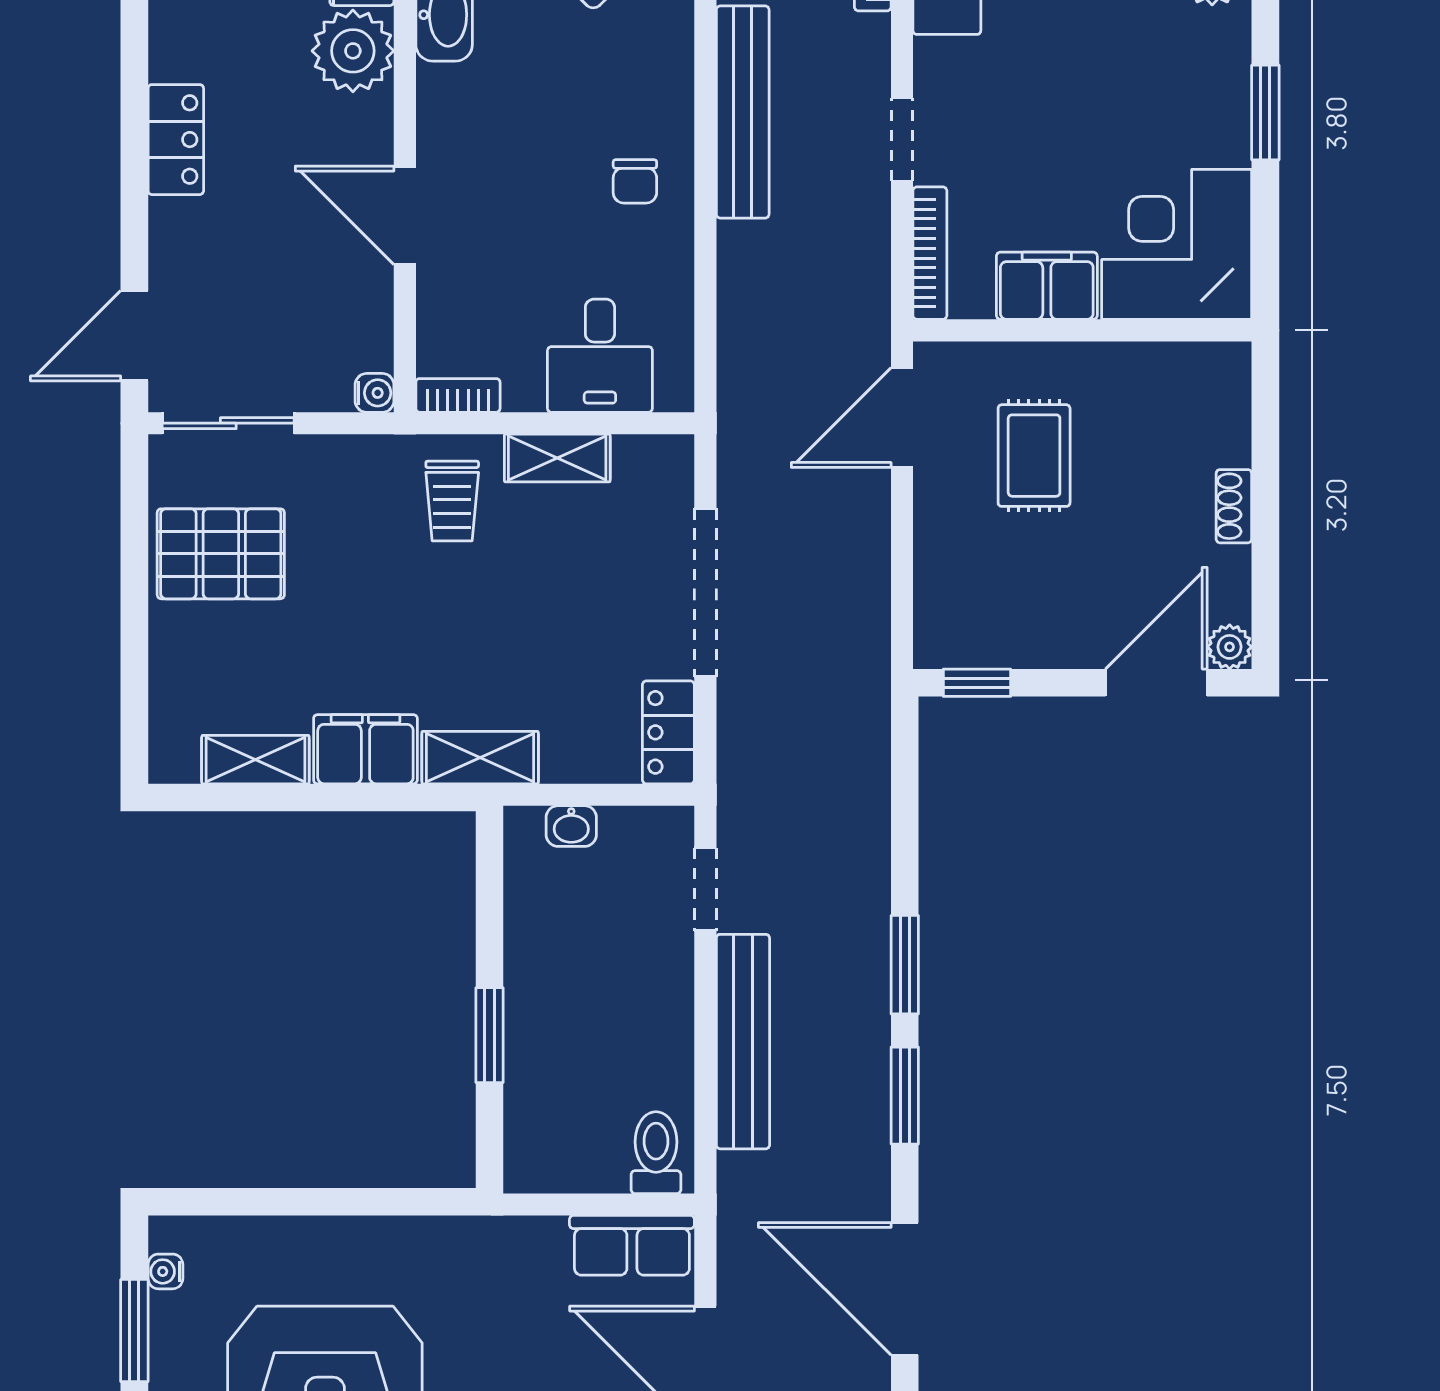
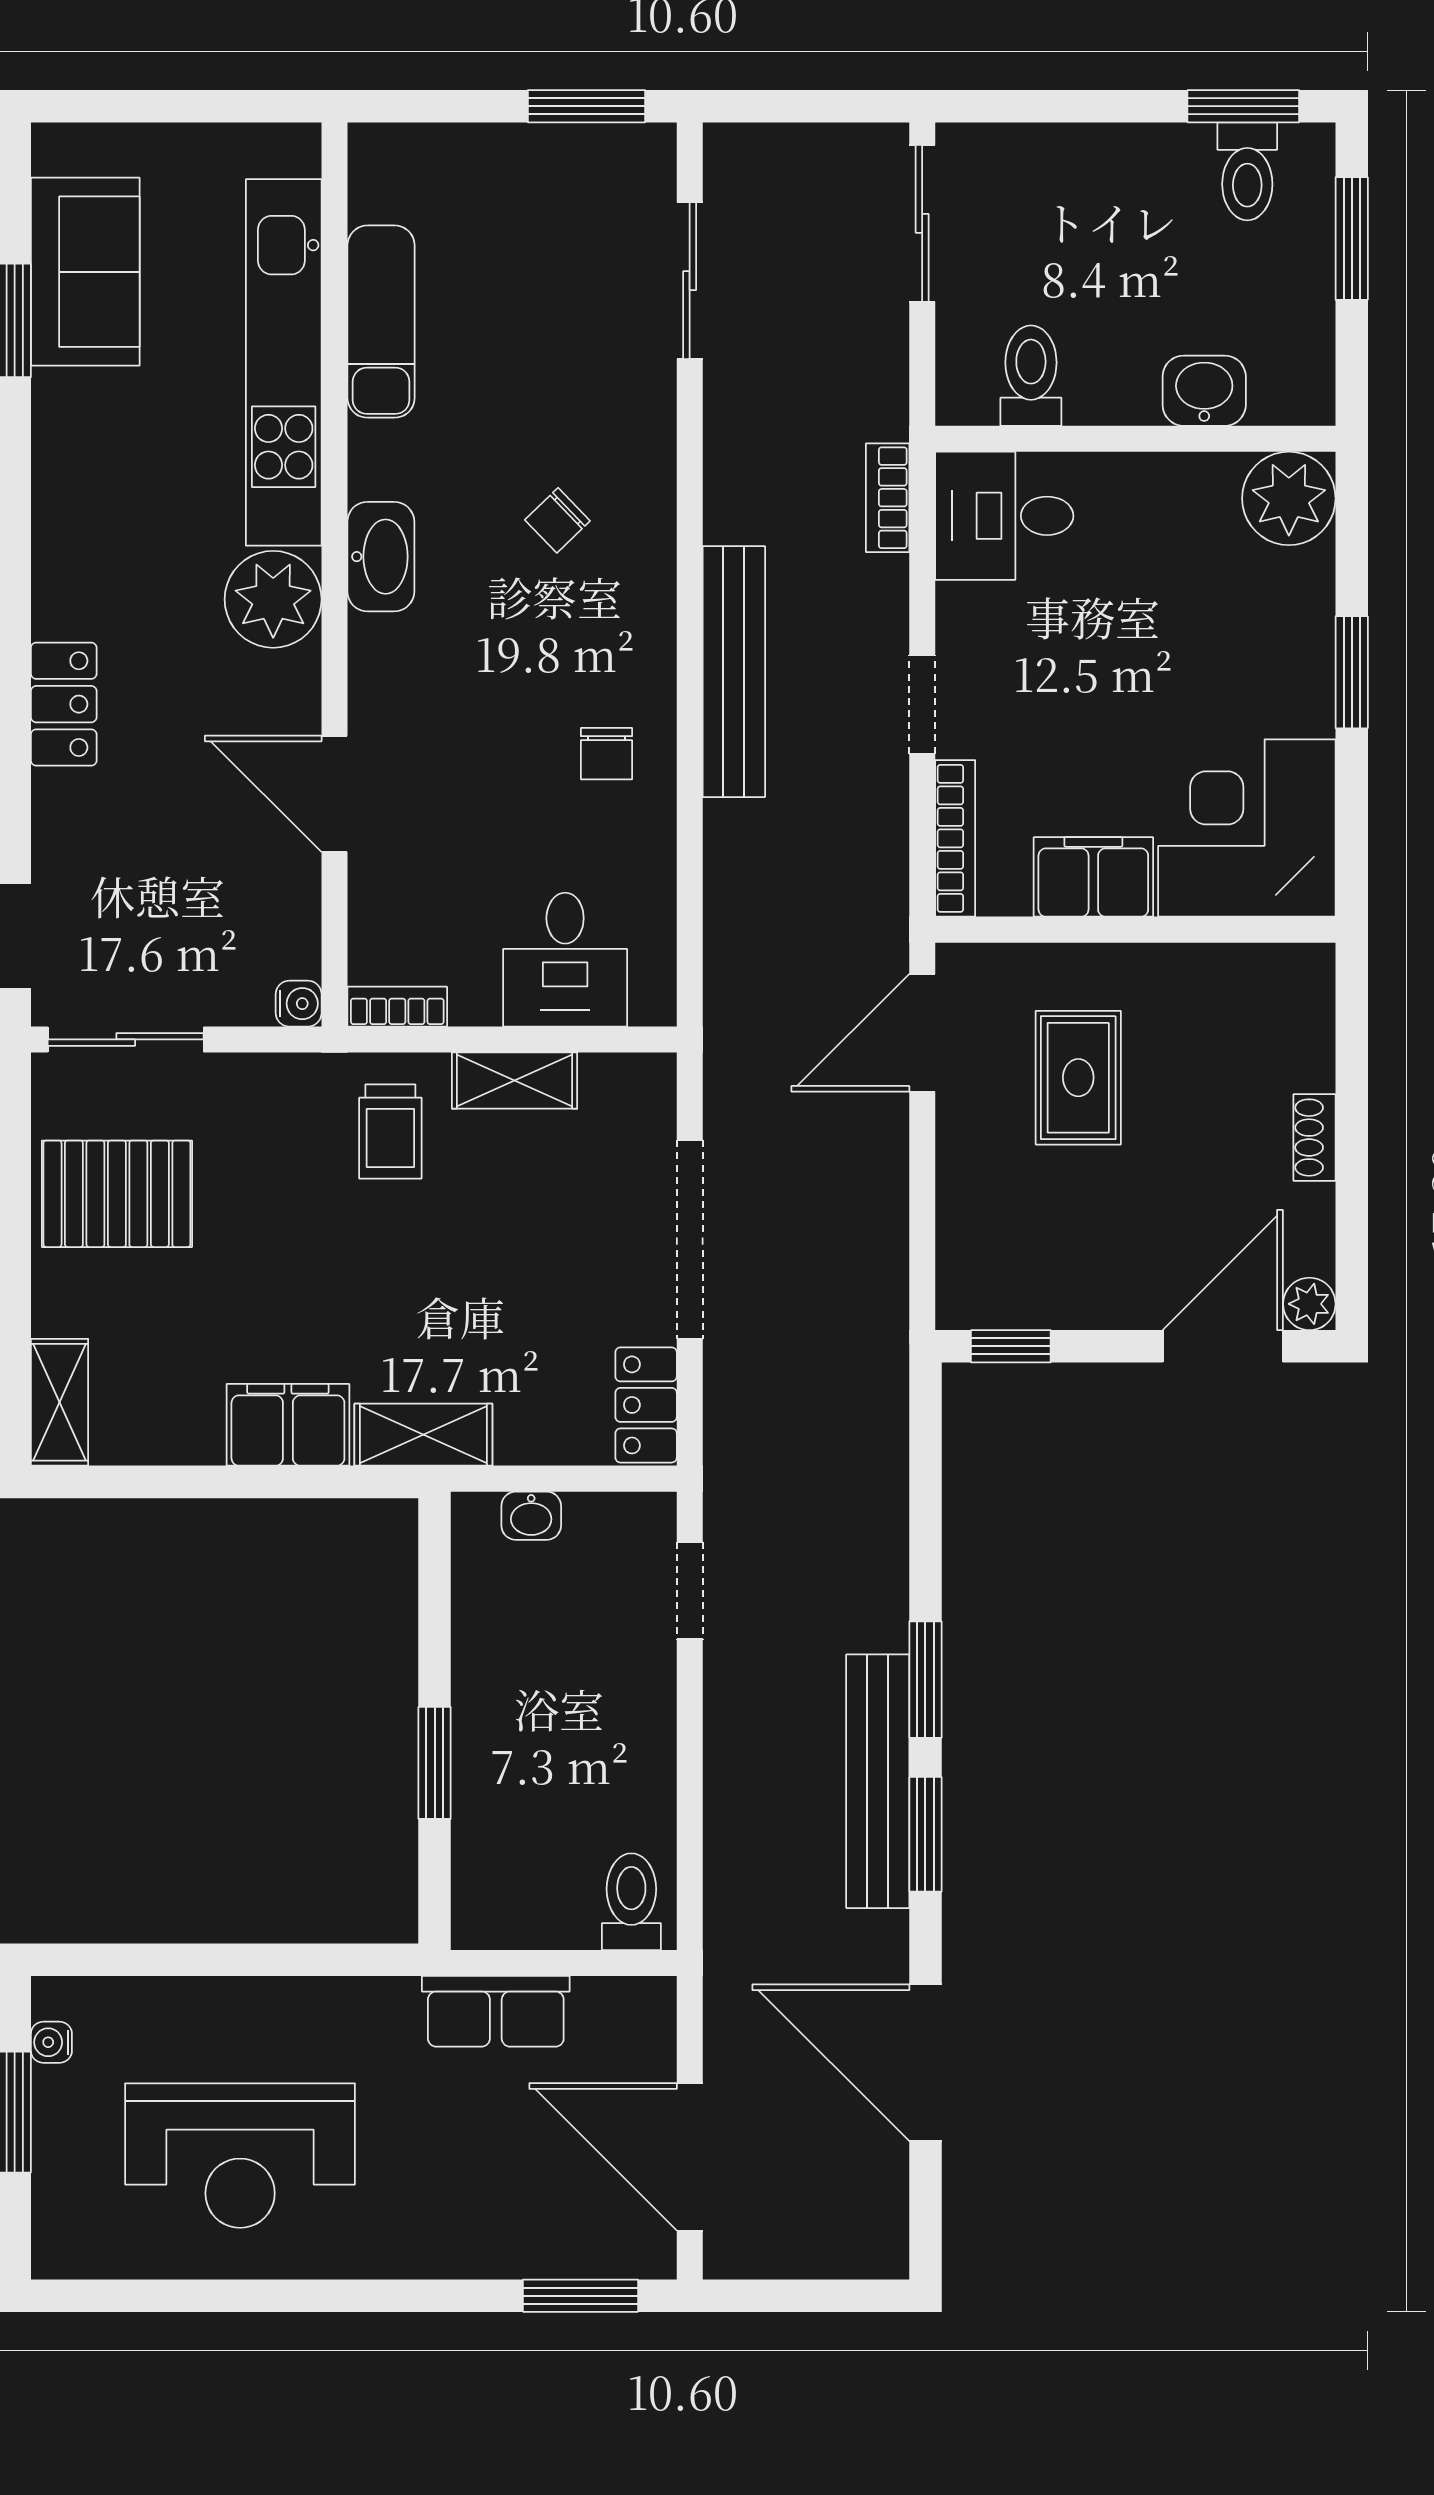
shelving: (255, 760) -> (59, 1402), moved, turned 90
bench: (743, 1042) -> (878, 1781), moved
row of seats: (632, 1245) -> (496, 2011), moved

